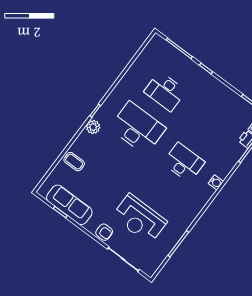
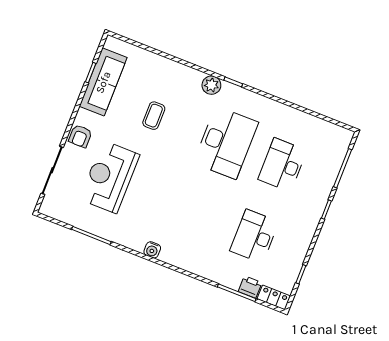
coffee table: (74, 162) -> (154, 116), moved
desk: (184, 162) -> (254, 236), moved, turned 180
water cooler: (216, 182) -> (152, 250), moved

